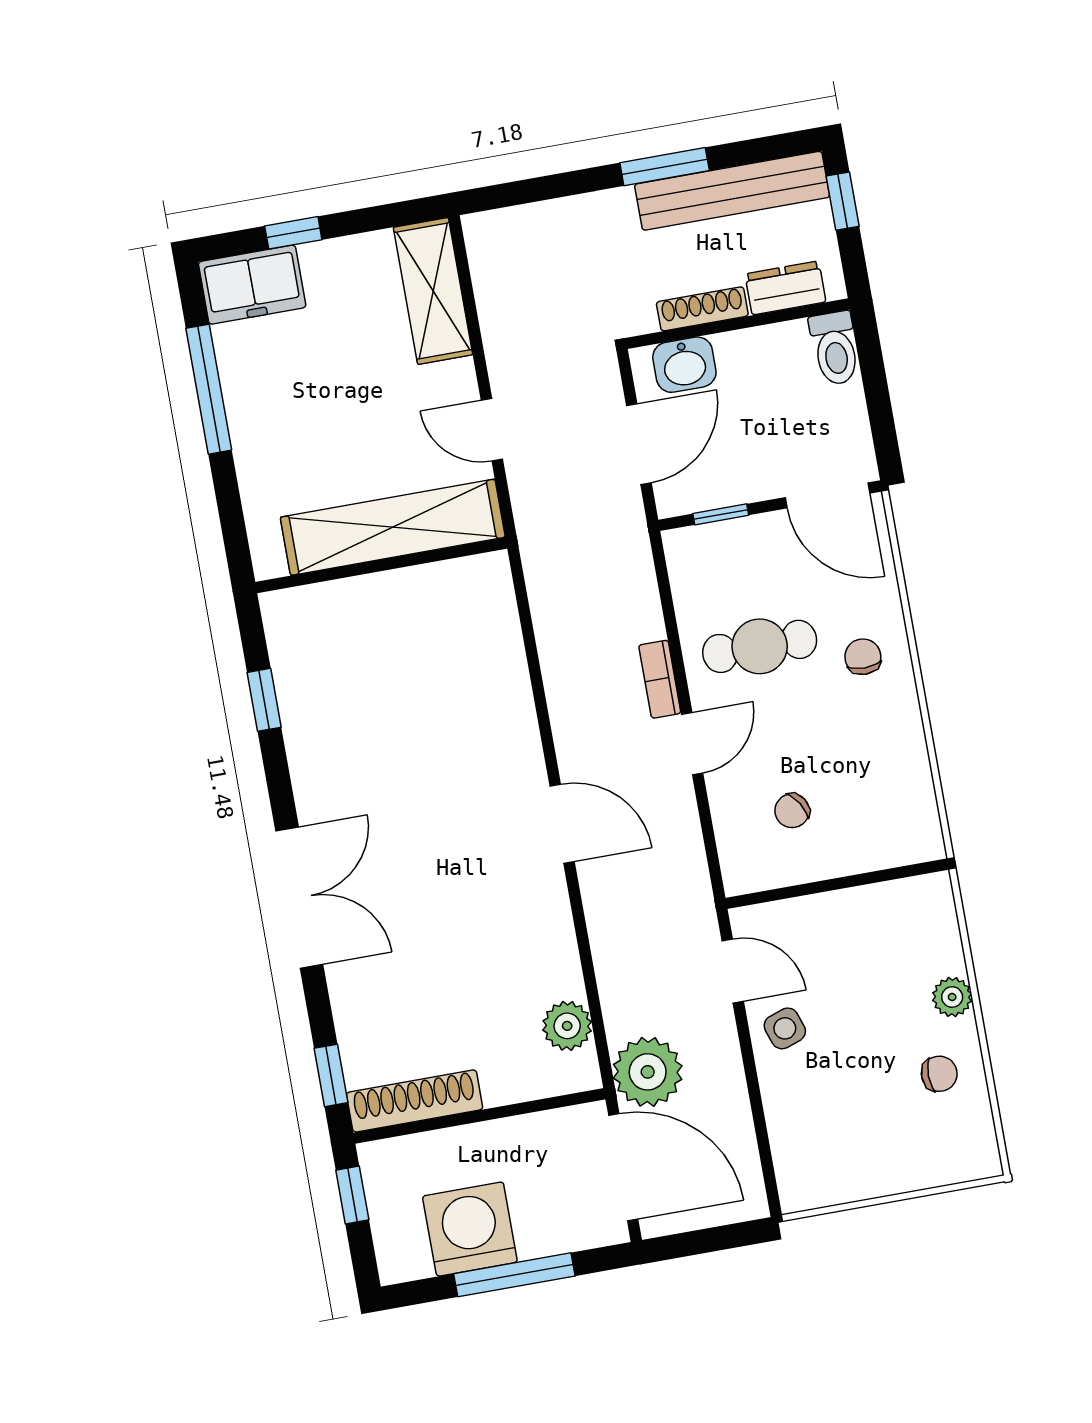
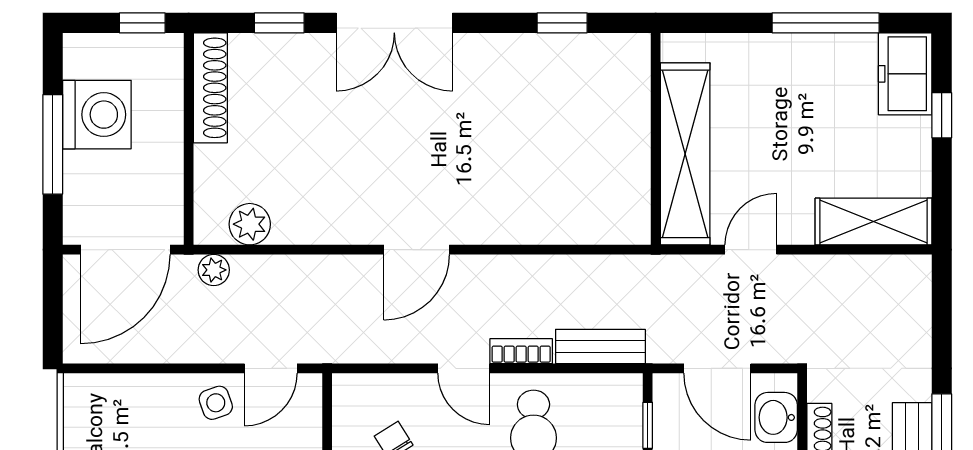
bench: (638, 587) -> (600, 346), added
plant: (648, 1072) -> (214, 270), width x0.53, depth x0.53
window: (331, 1075) -> (279, 23), moved

